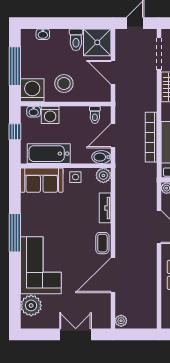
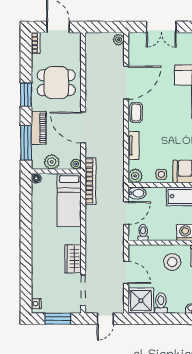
bookcase: (151, 137) -> (90, 181), moved

